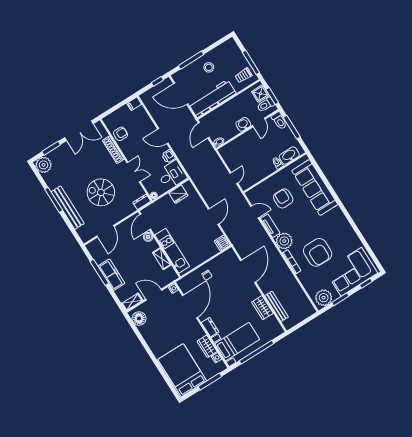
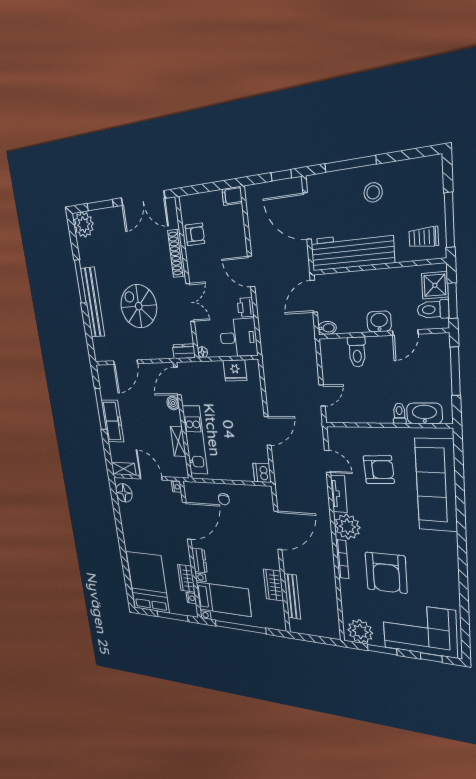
toilet: (279, 121) -> (357, 352), moved
armchair: (283, 198) -> (379, 470), turned 87

